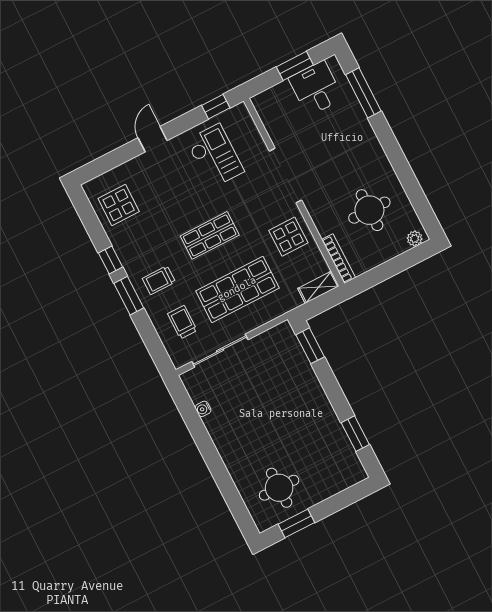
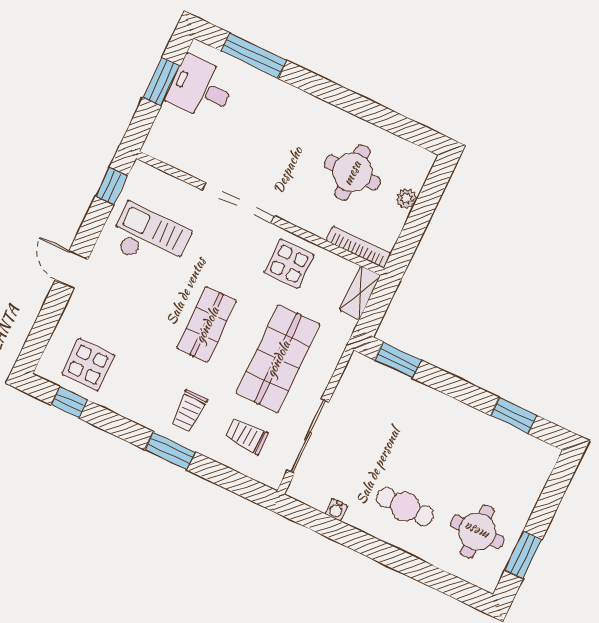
plant: (415, 239) -> (406, 199), moved
window: (110, 260) -> (69, 402), moved
cafe table: (247, 439) -> (405, 507), added

